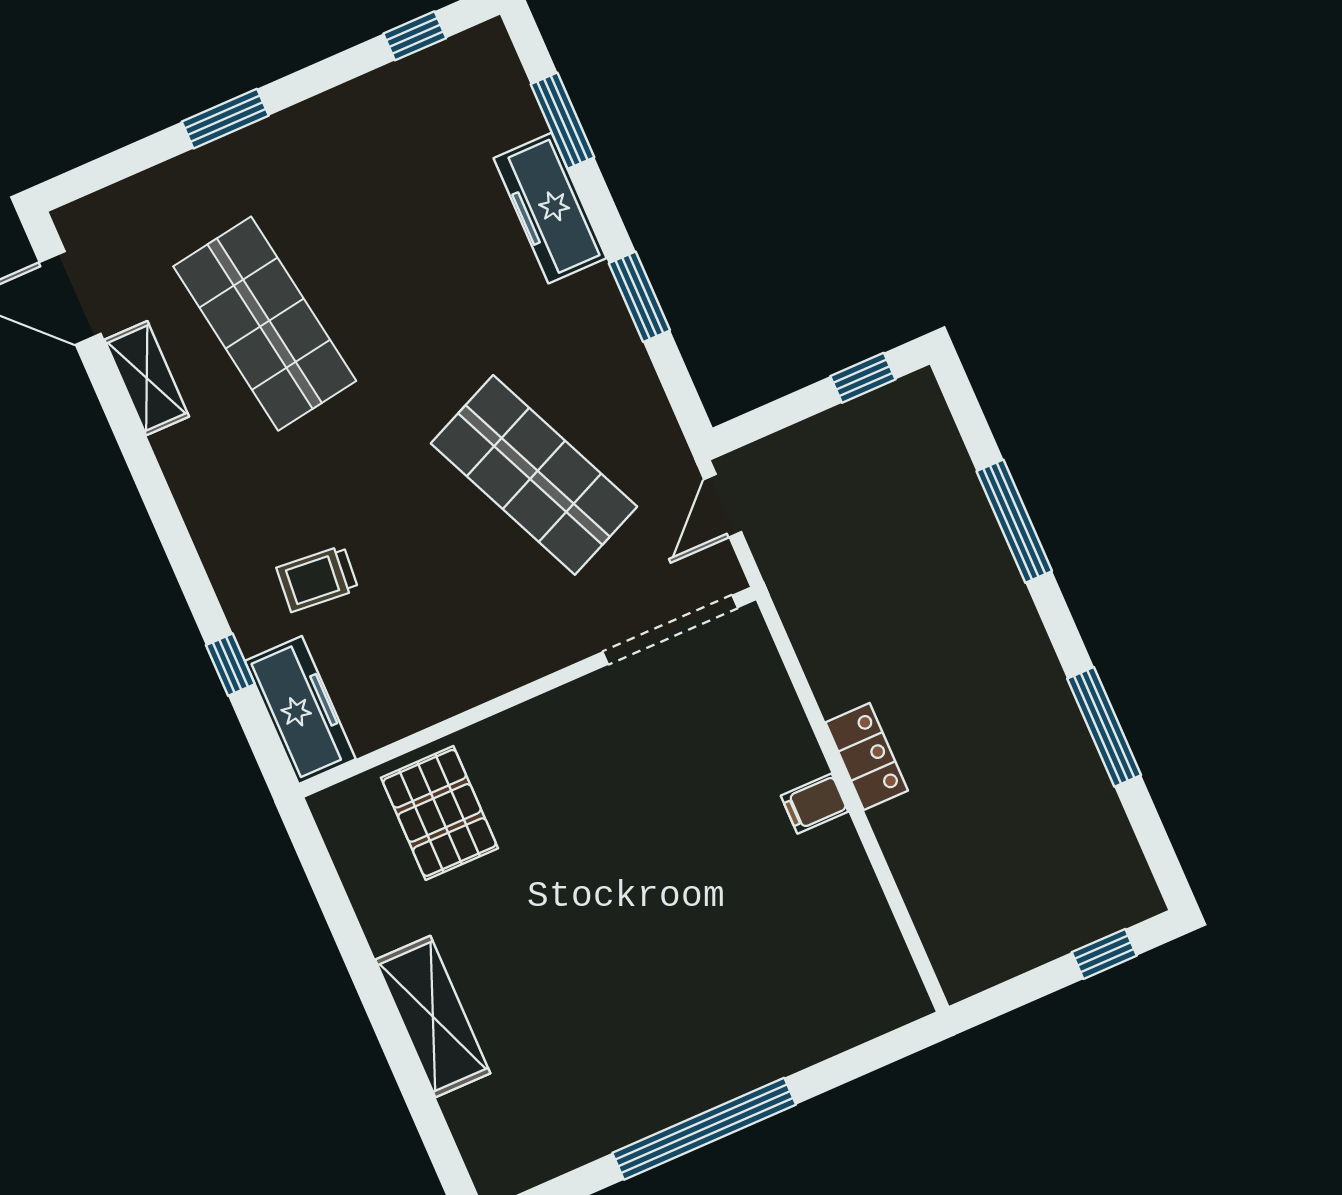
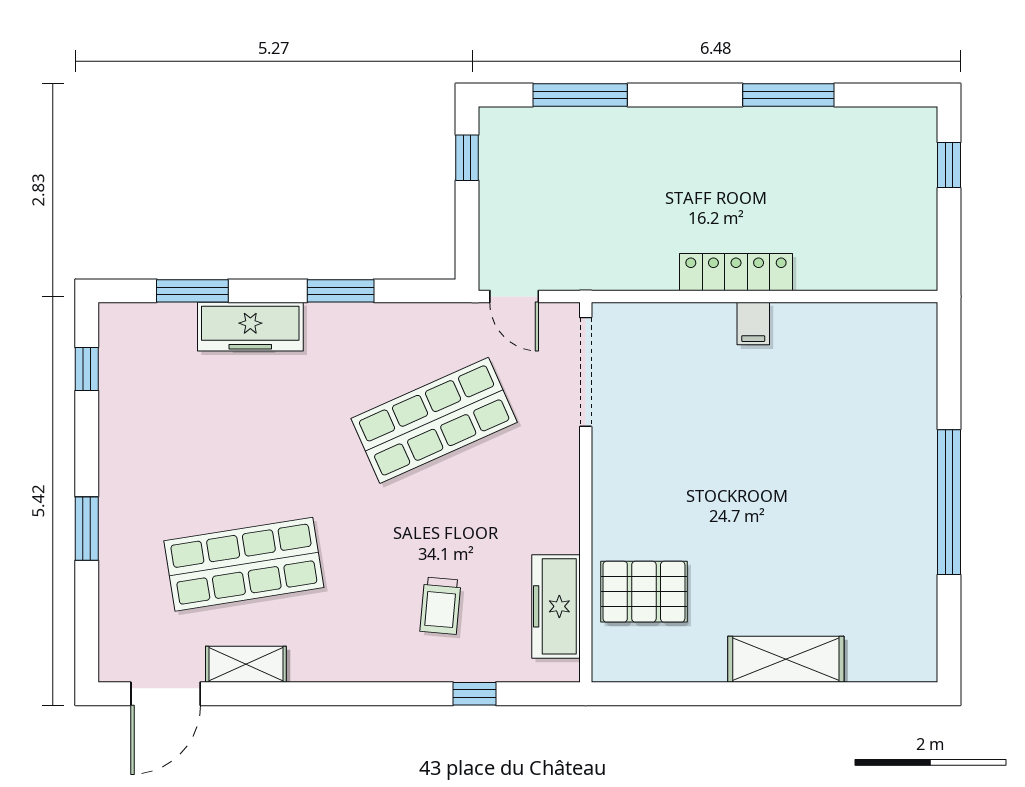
window: (1014, 521) -> (580, 95), moved
freezer: (300, 710) -> (556, 606), moved, turned -90
locker: (867, 756) -> (736, 272), width x1.53

